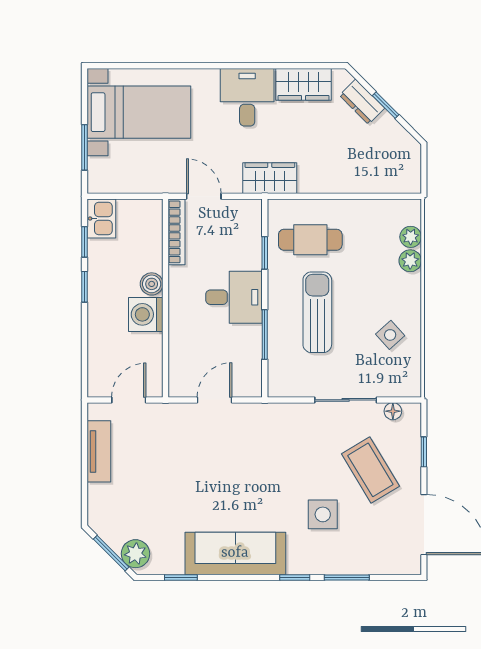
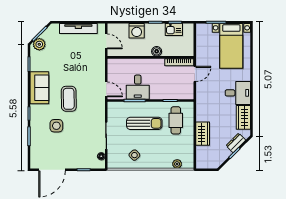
wardrobe: (270, 178) -> (203, 134), moved
kitchen sink: (101, 219) -> (174, 29), moved
plant: (410, 261) -> (167, 164), removed
desk: (234, 297) -> (138, 87), moved
washing machine: (146, 314) -> (137, 31), moved, turned 180
door: (214, 400) -> (106, 89), moved
tv unit: (99, 451) -> (78, 28), width x1.41
coffee table: (370, 470) -> (69, 99), moved, turned -60
sofa: (235, 553) -> (39, 88), width x0.73

